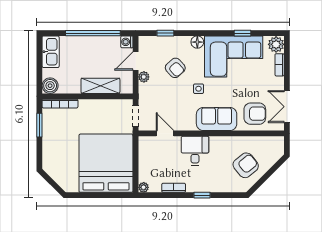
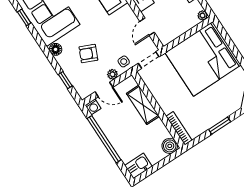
kitchen sink: (51, 52) -> (138, 166), width x0.73
armchair: (175, 68) -> (88, 54), turned -114
side table: (199, 89) -> (124, 61), moved
window: (39, 125) -> (220, 126), moved

